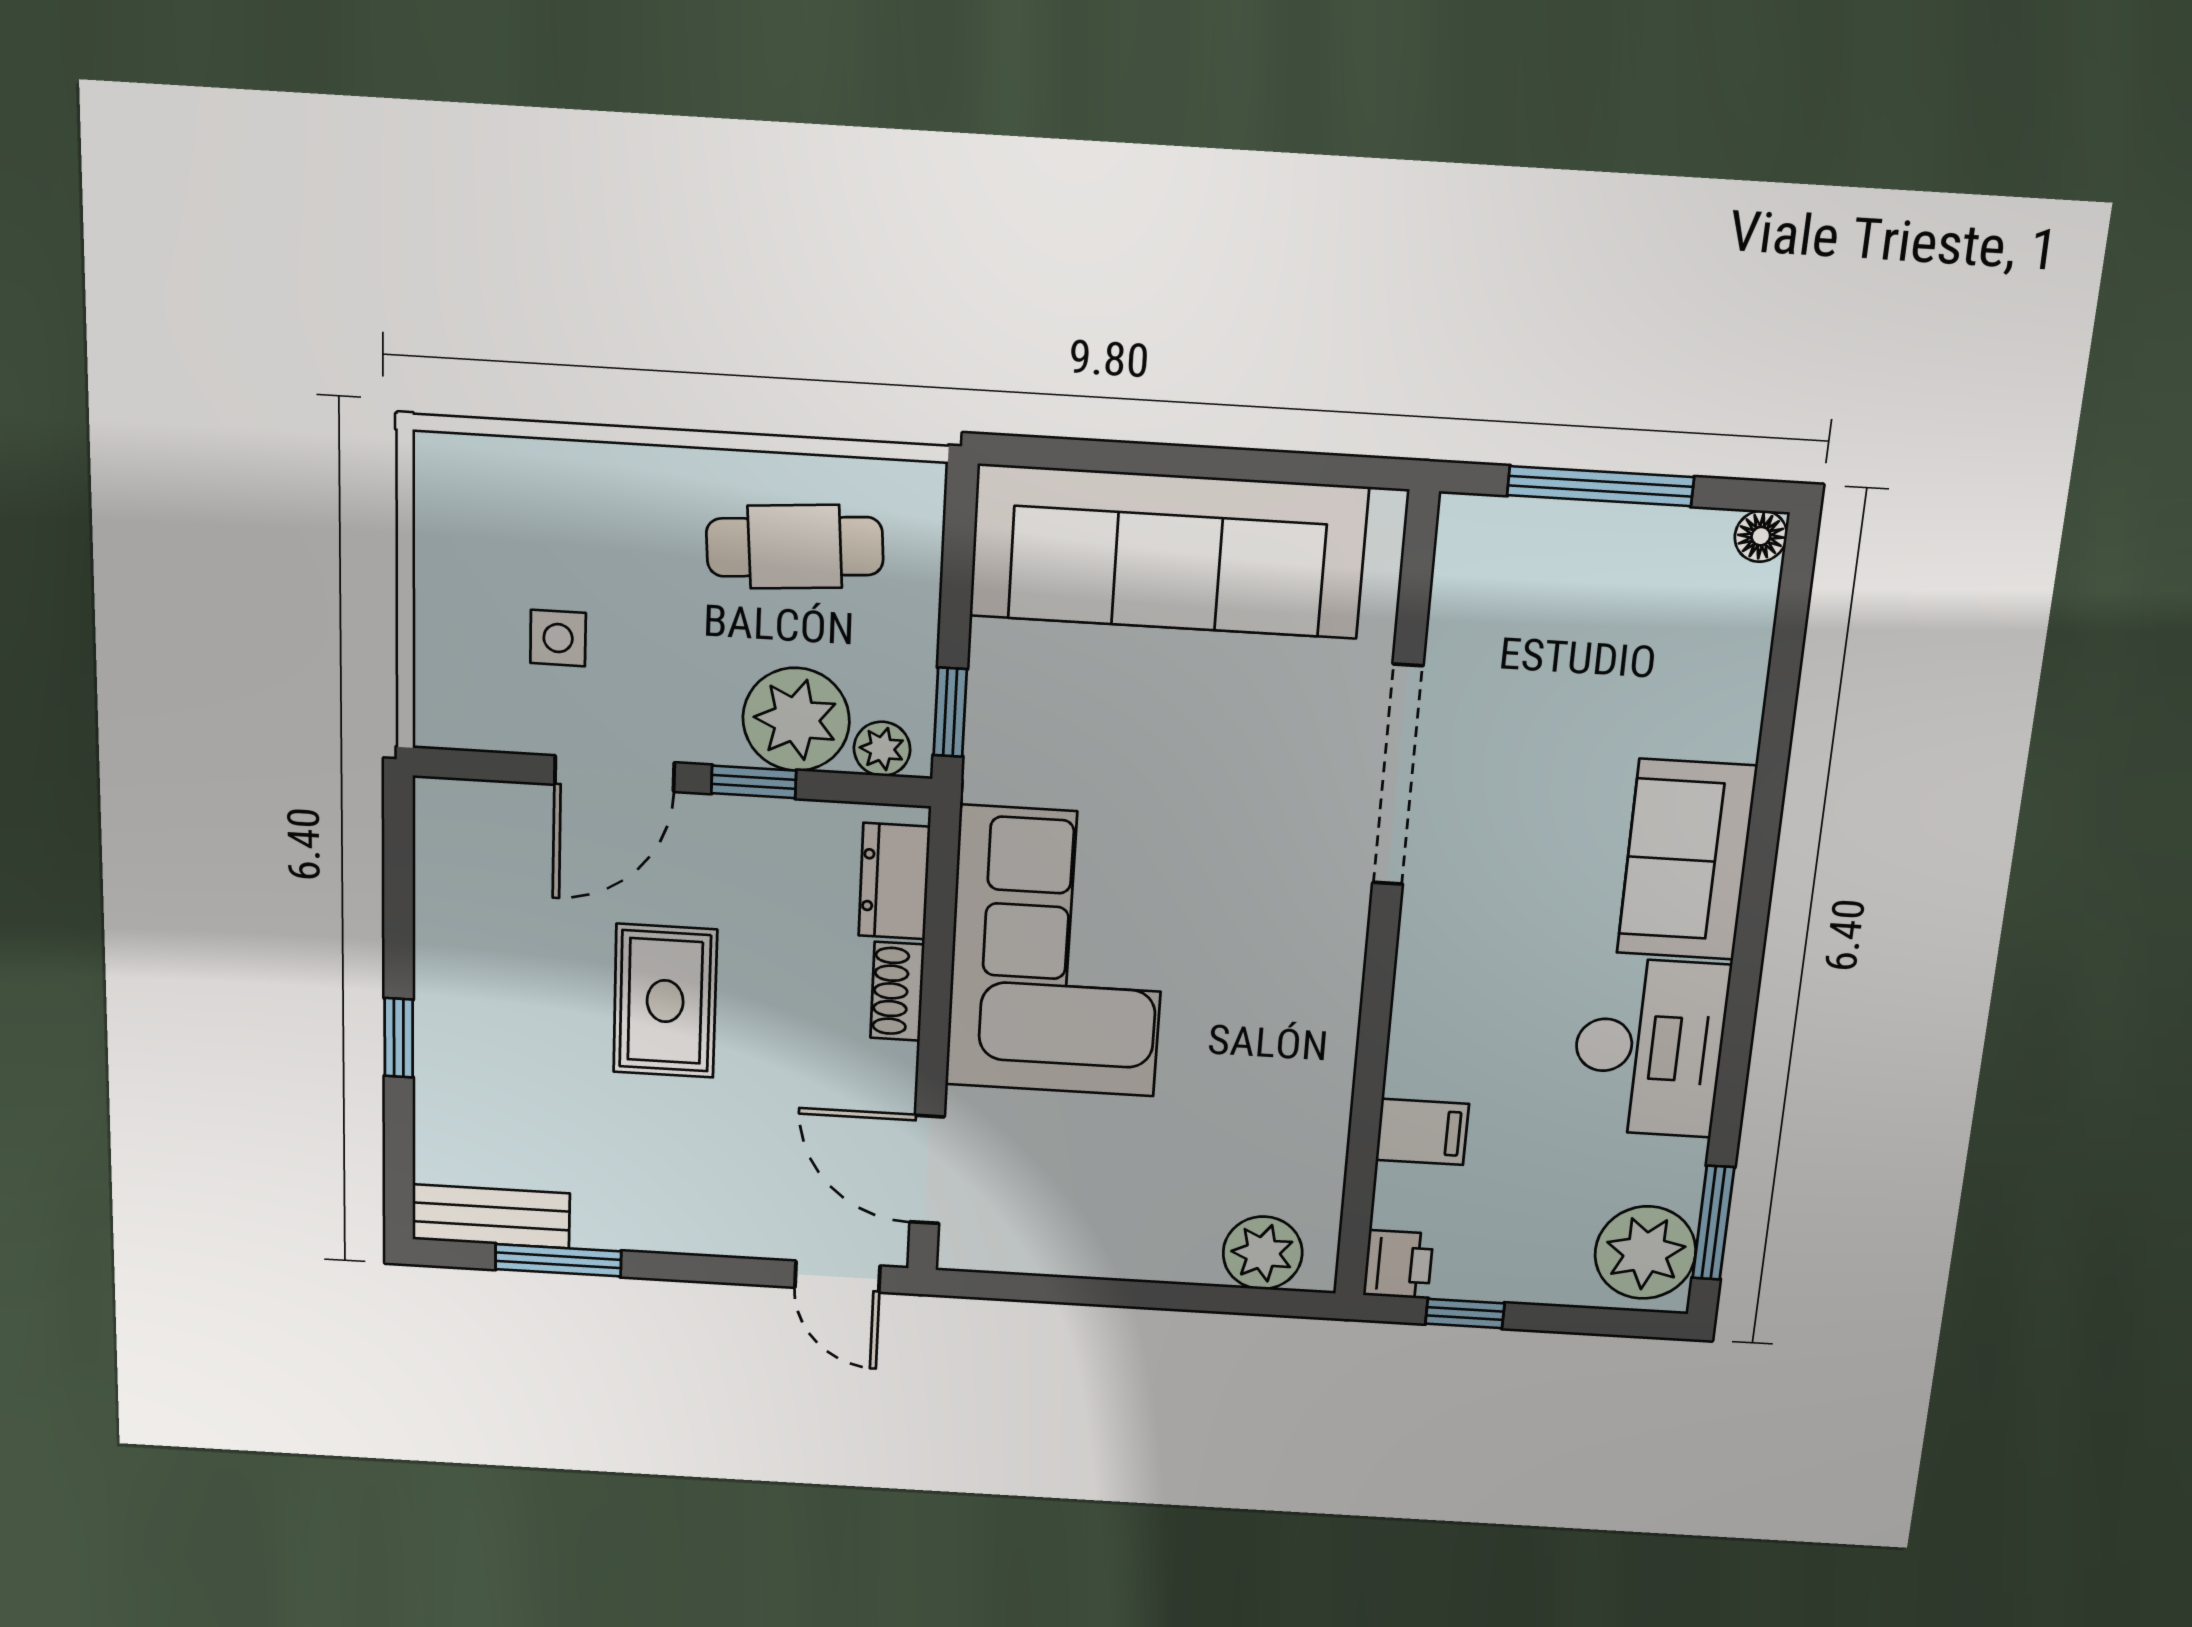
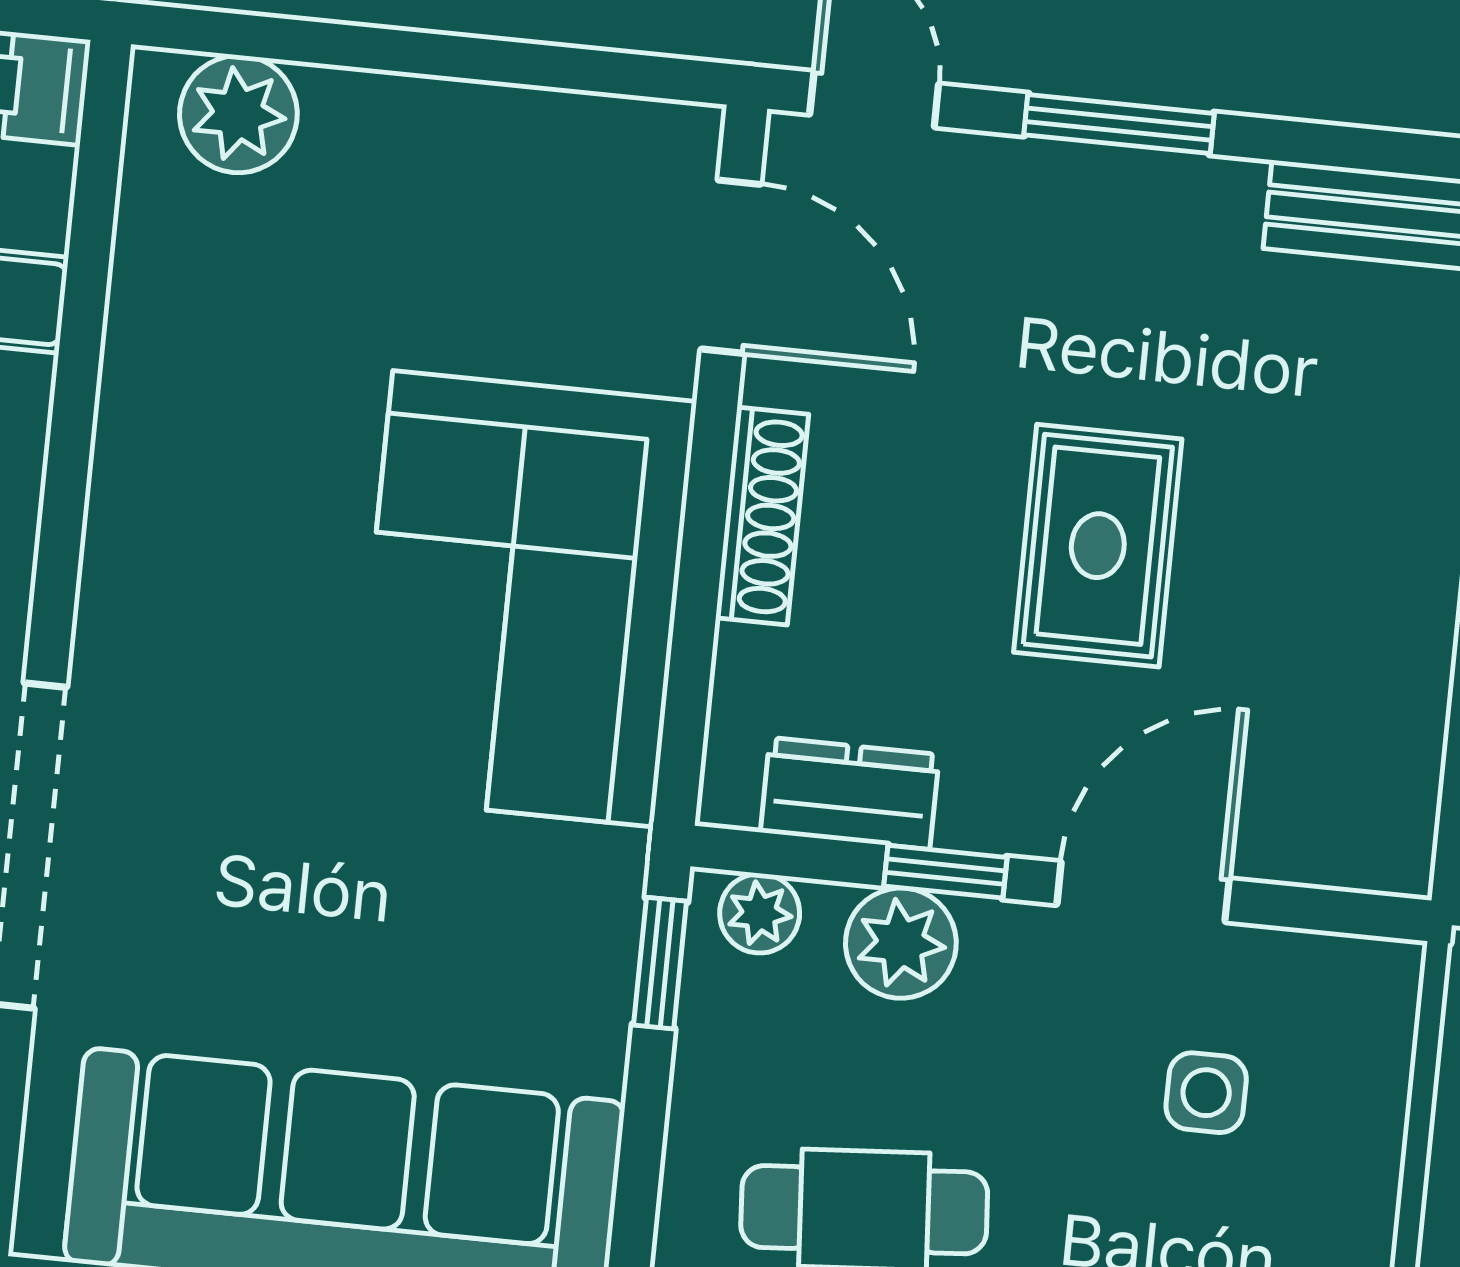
plant: (796, 719) -> (901, 943), width x0.73, depth x0.73
dresser: (894, 881) -> (850, 793), moved, turned -90
shoe rack: (897, 991) -> (762, 516), width x1.43
window: (558, 1260) -> (1119, 124), moved

